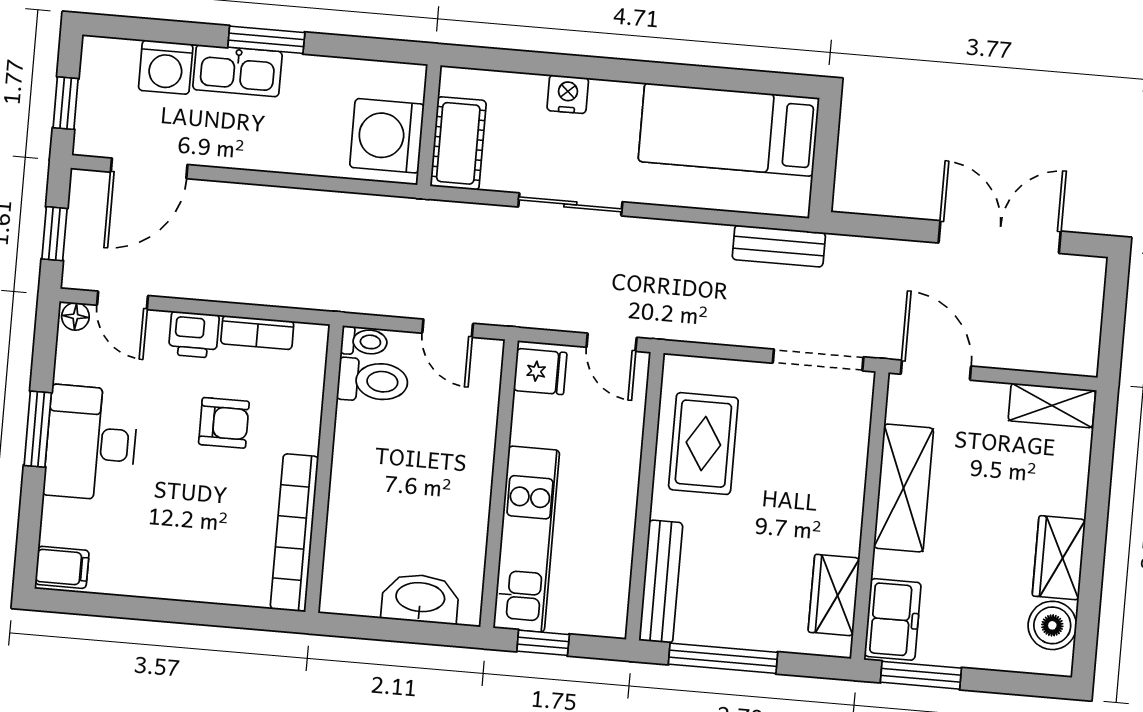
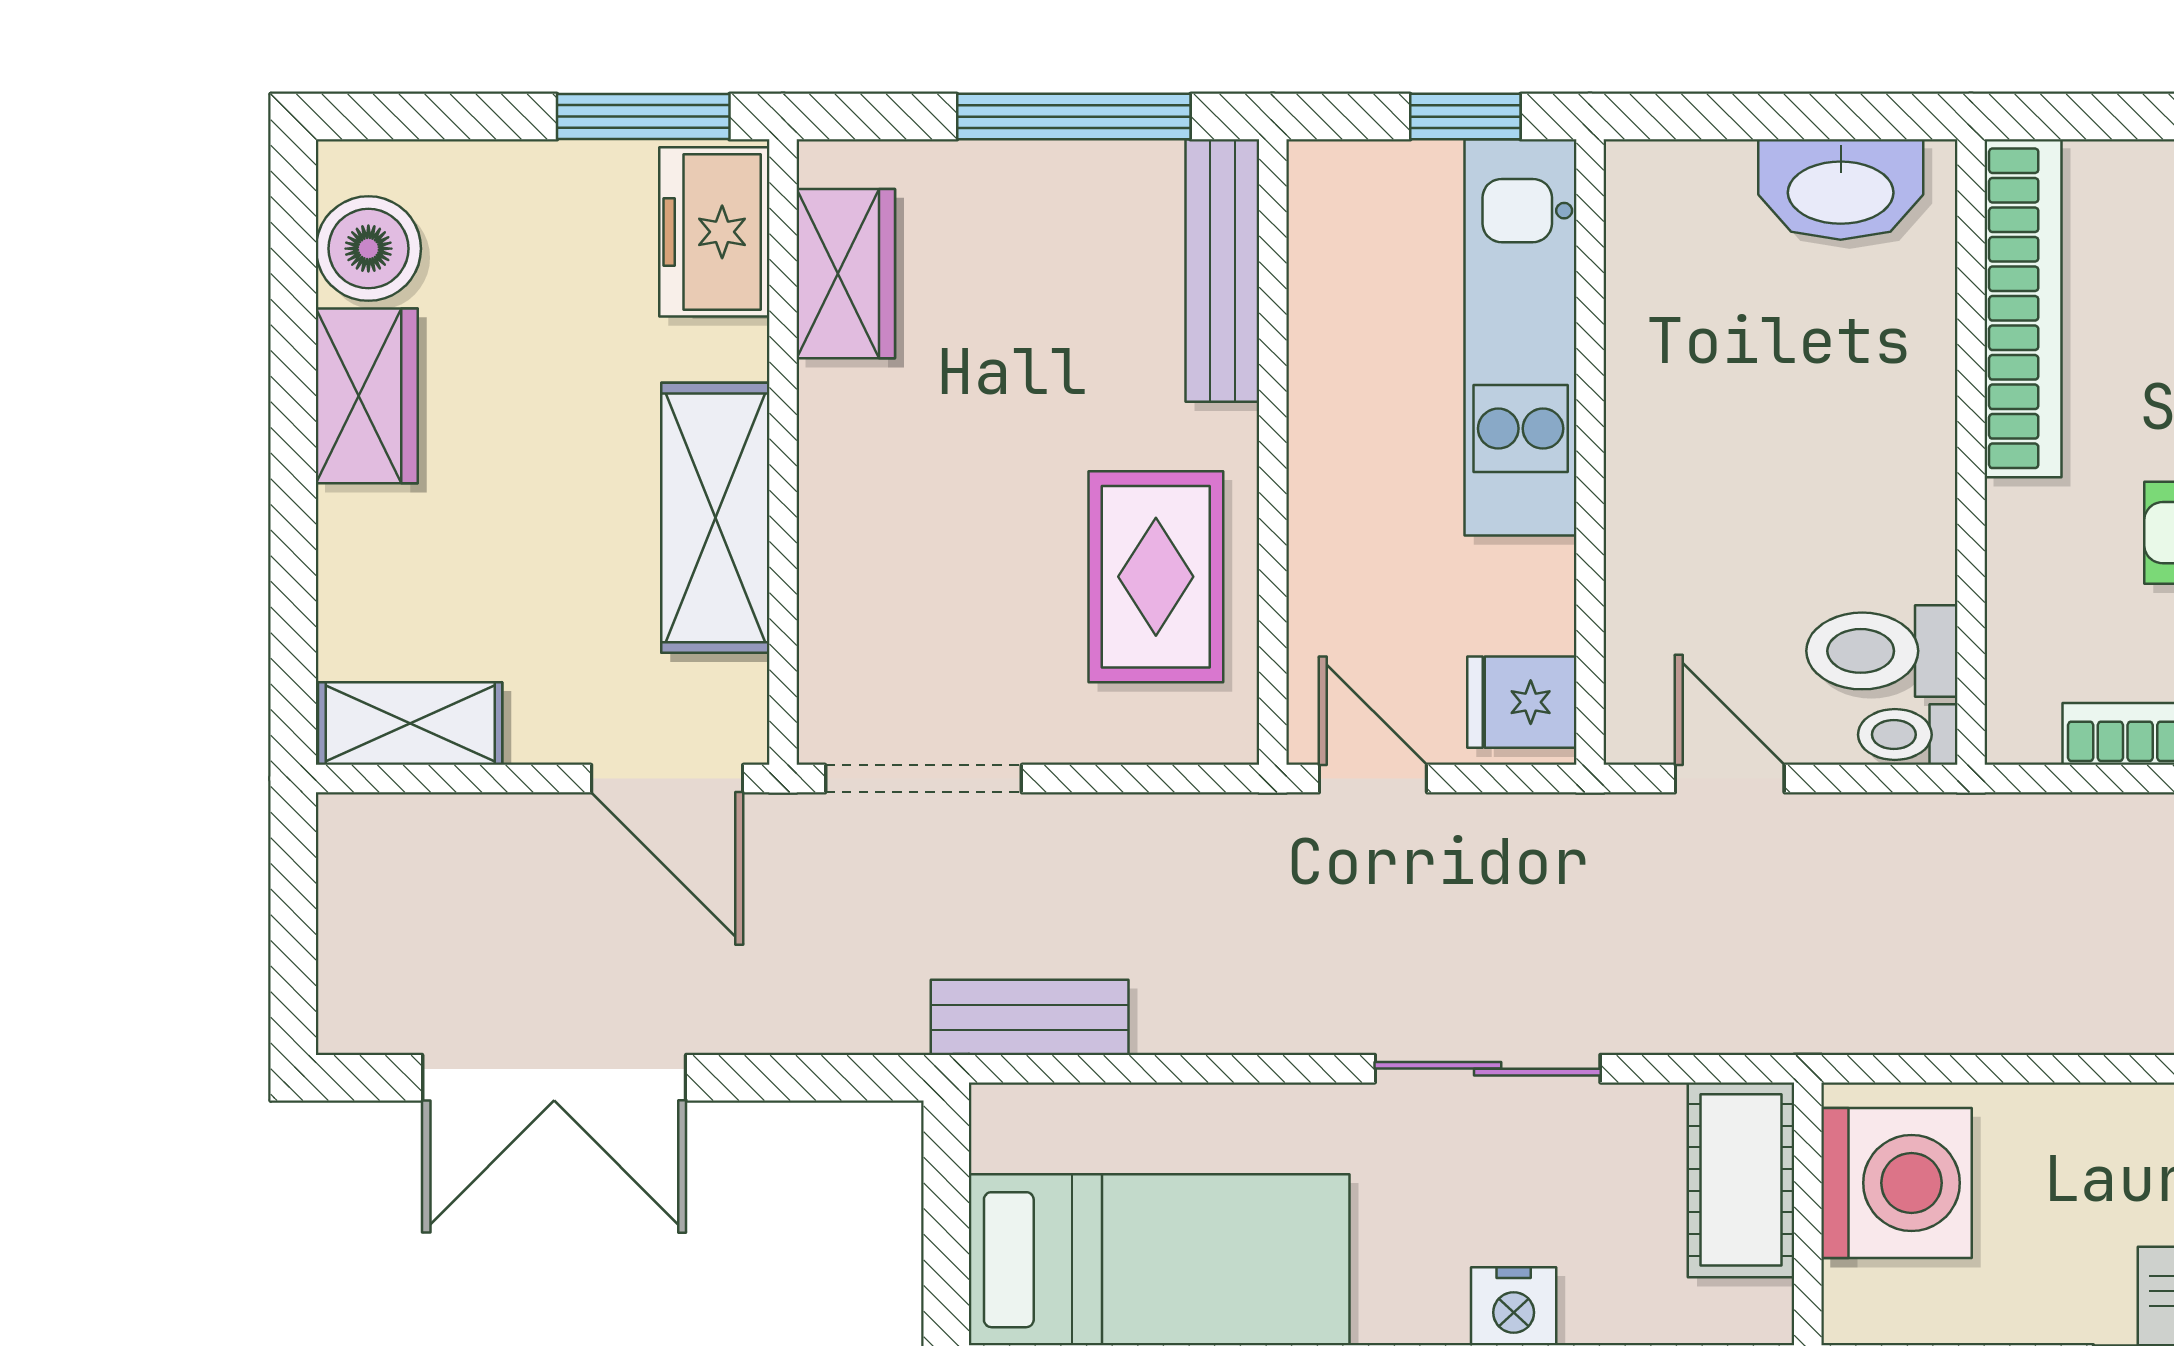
washbasin: (420, 598) -> (1841, 190), moved

